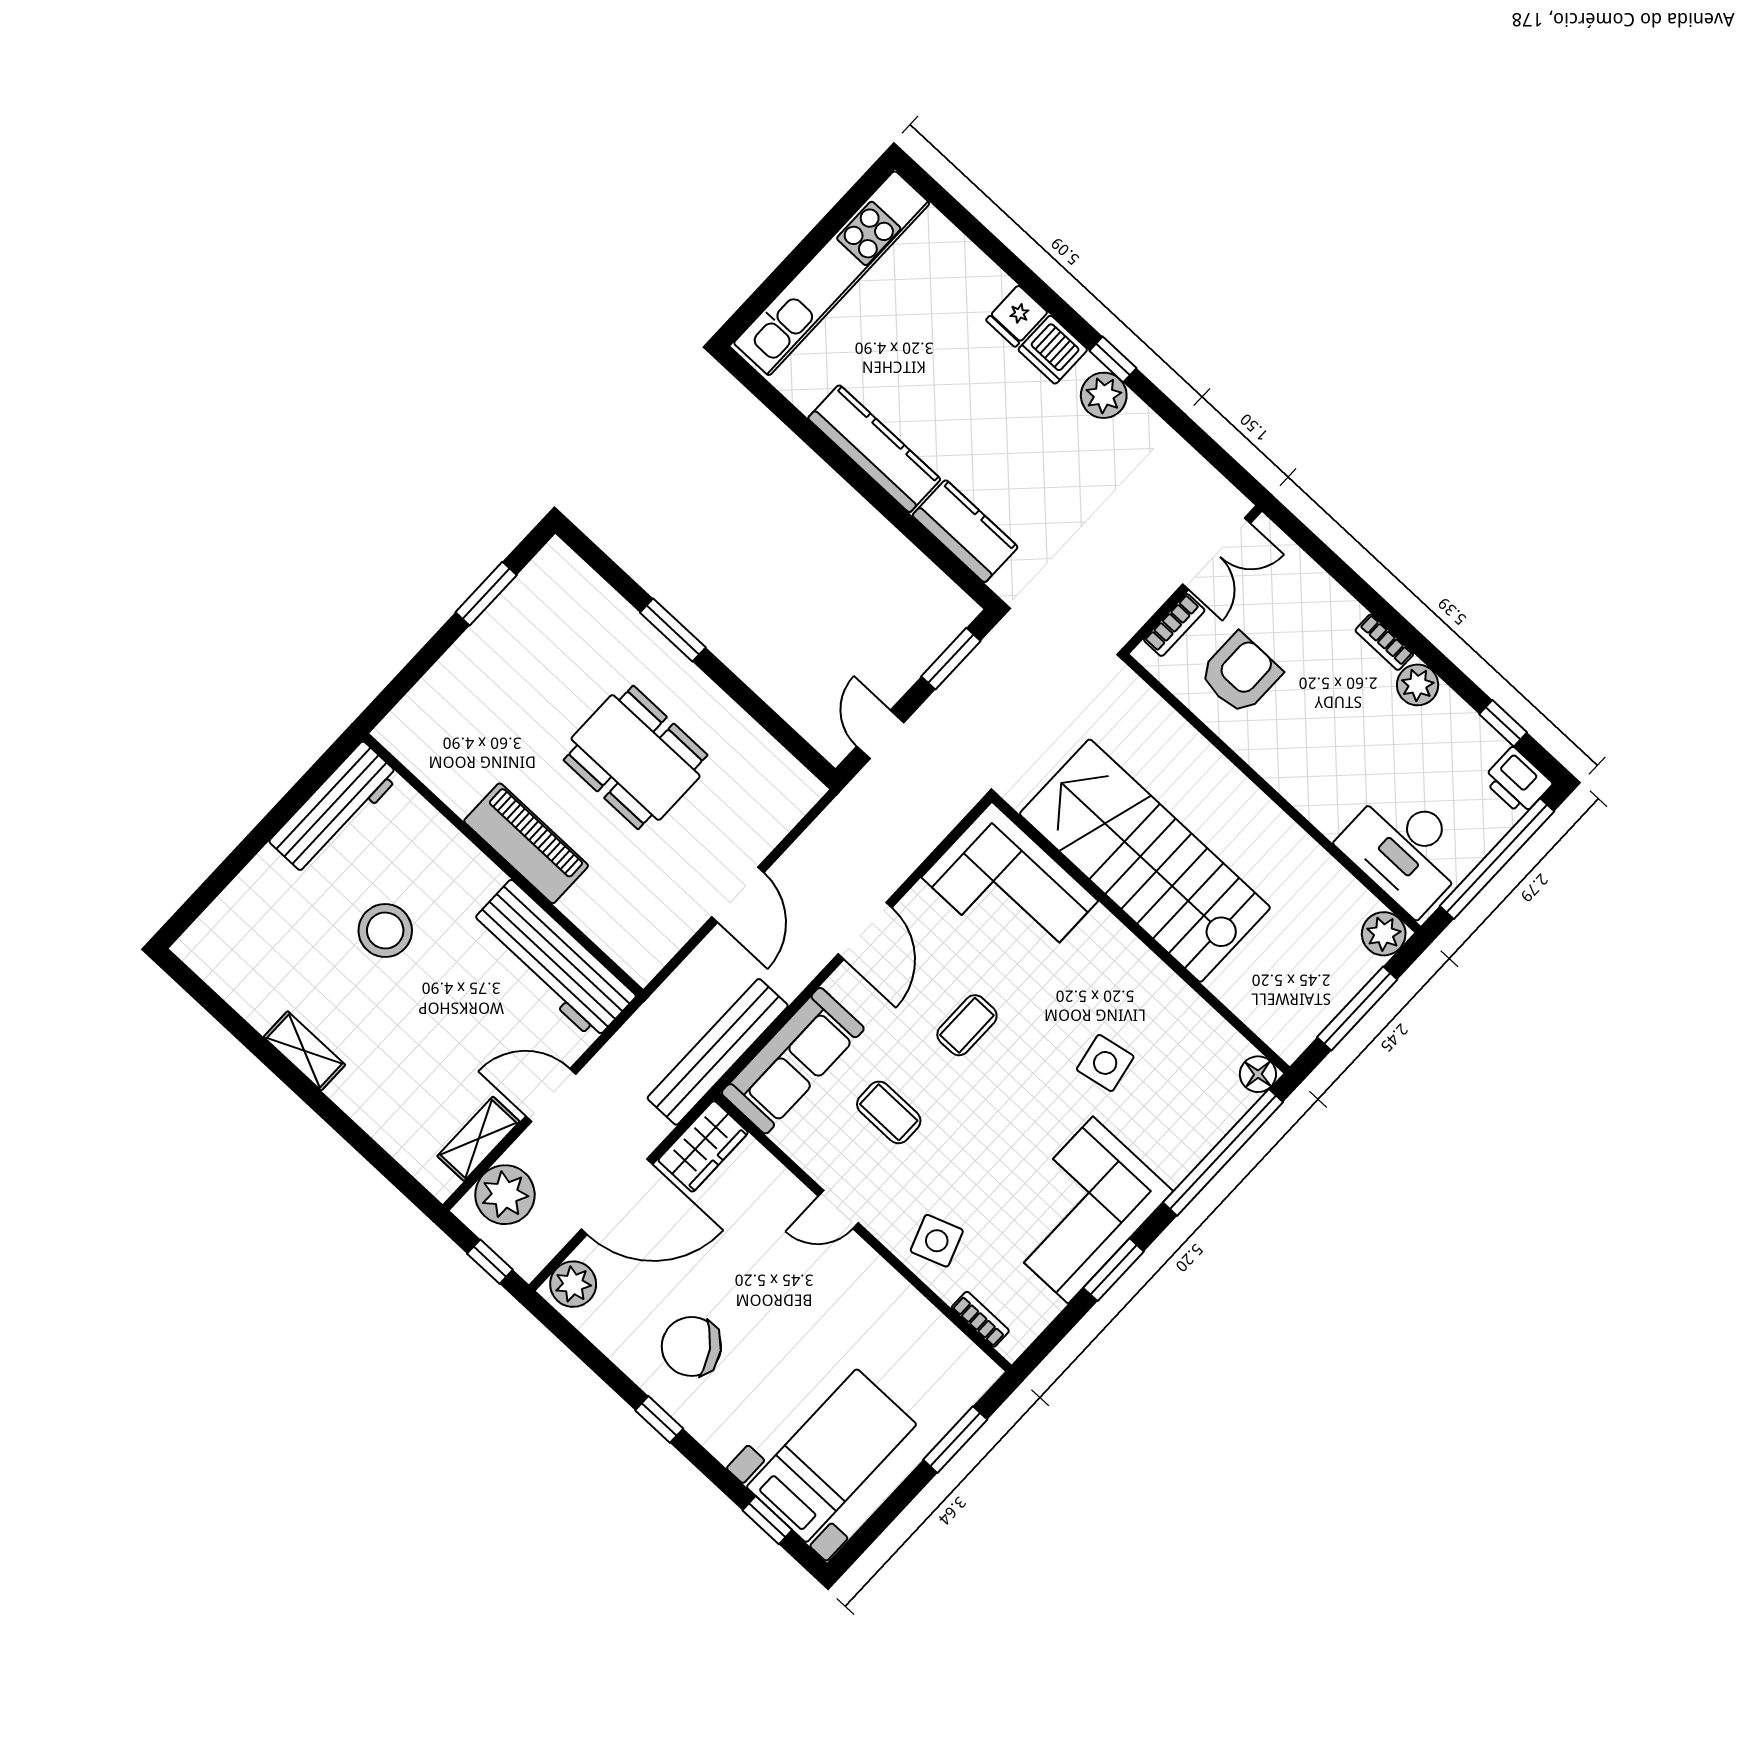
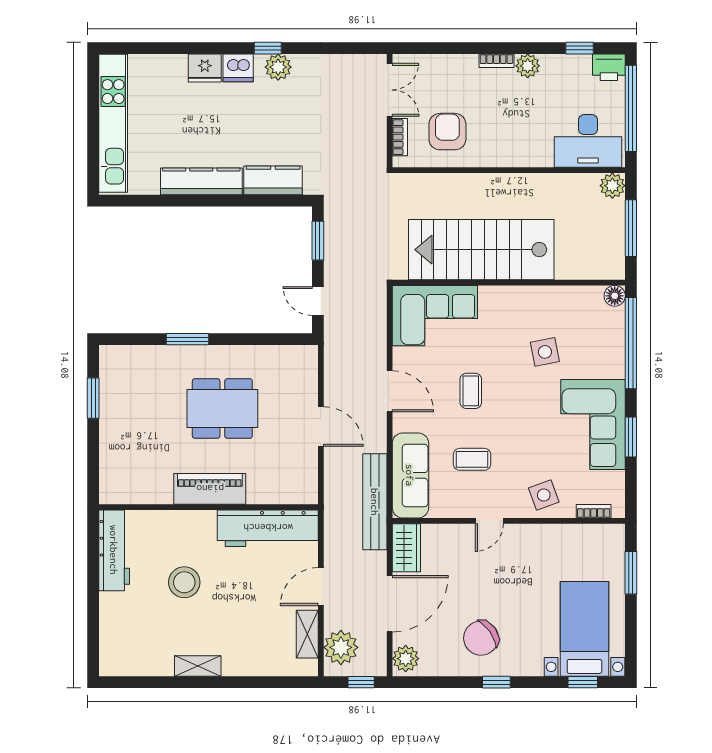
fridge: (1017, 316) -> (205, 68), width x1.38

